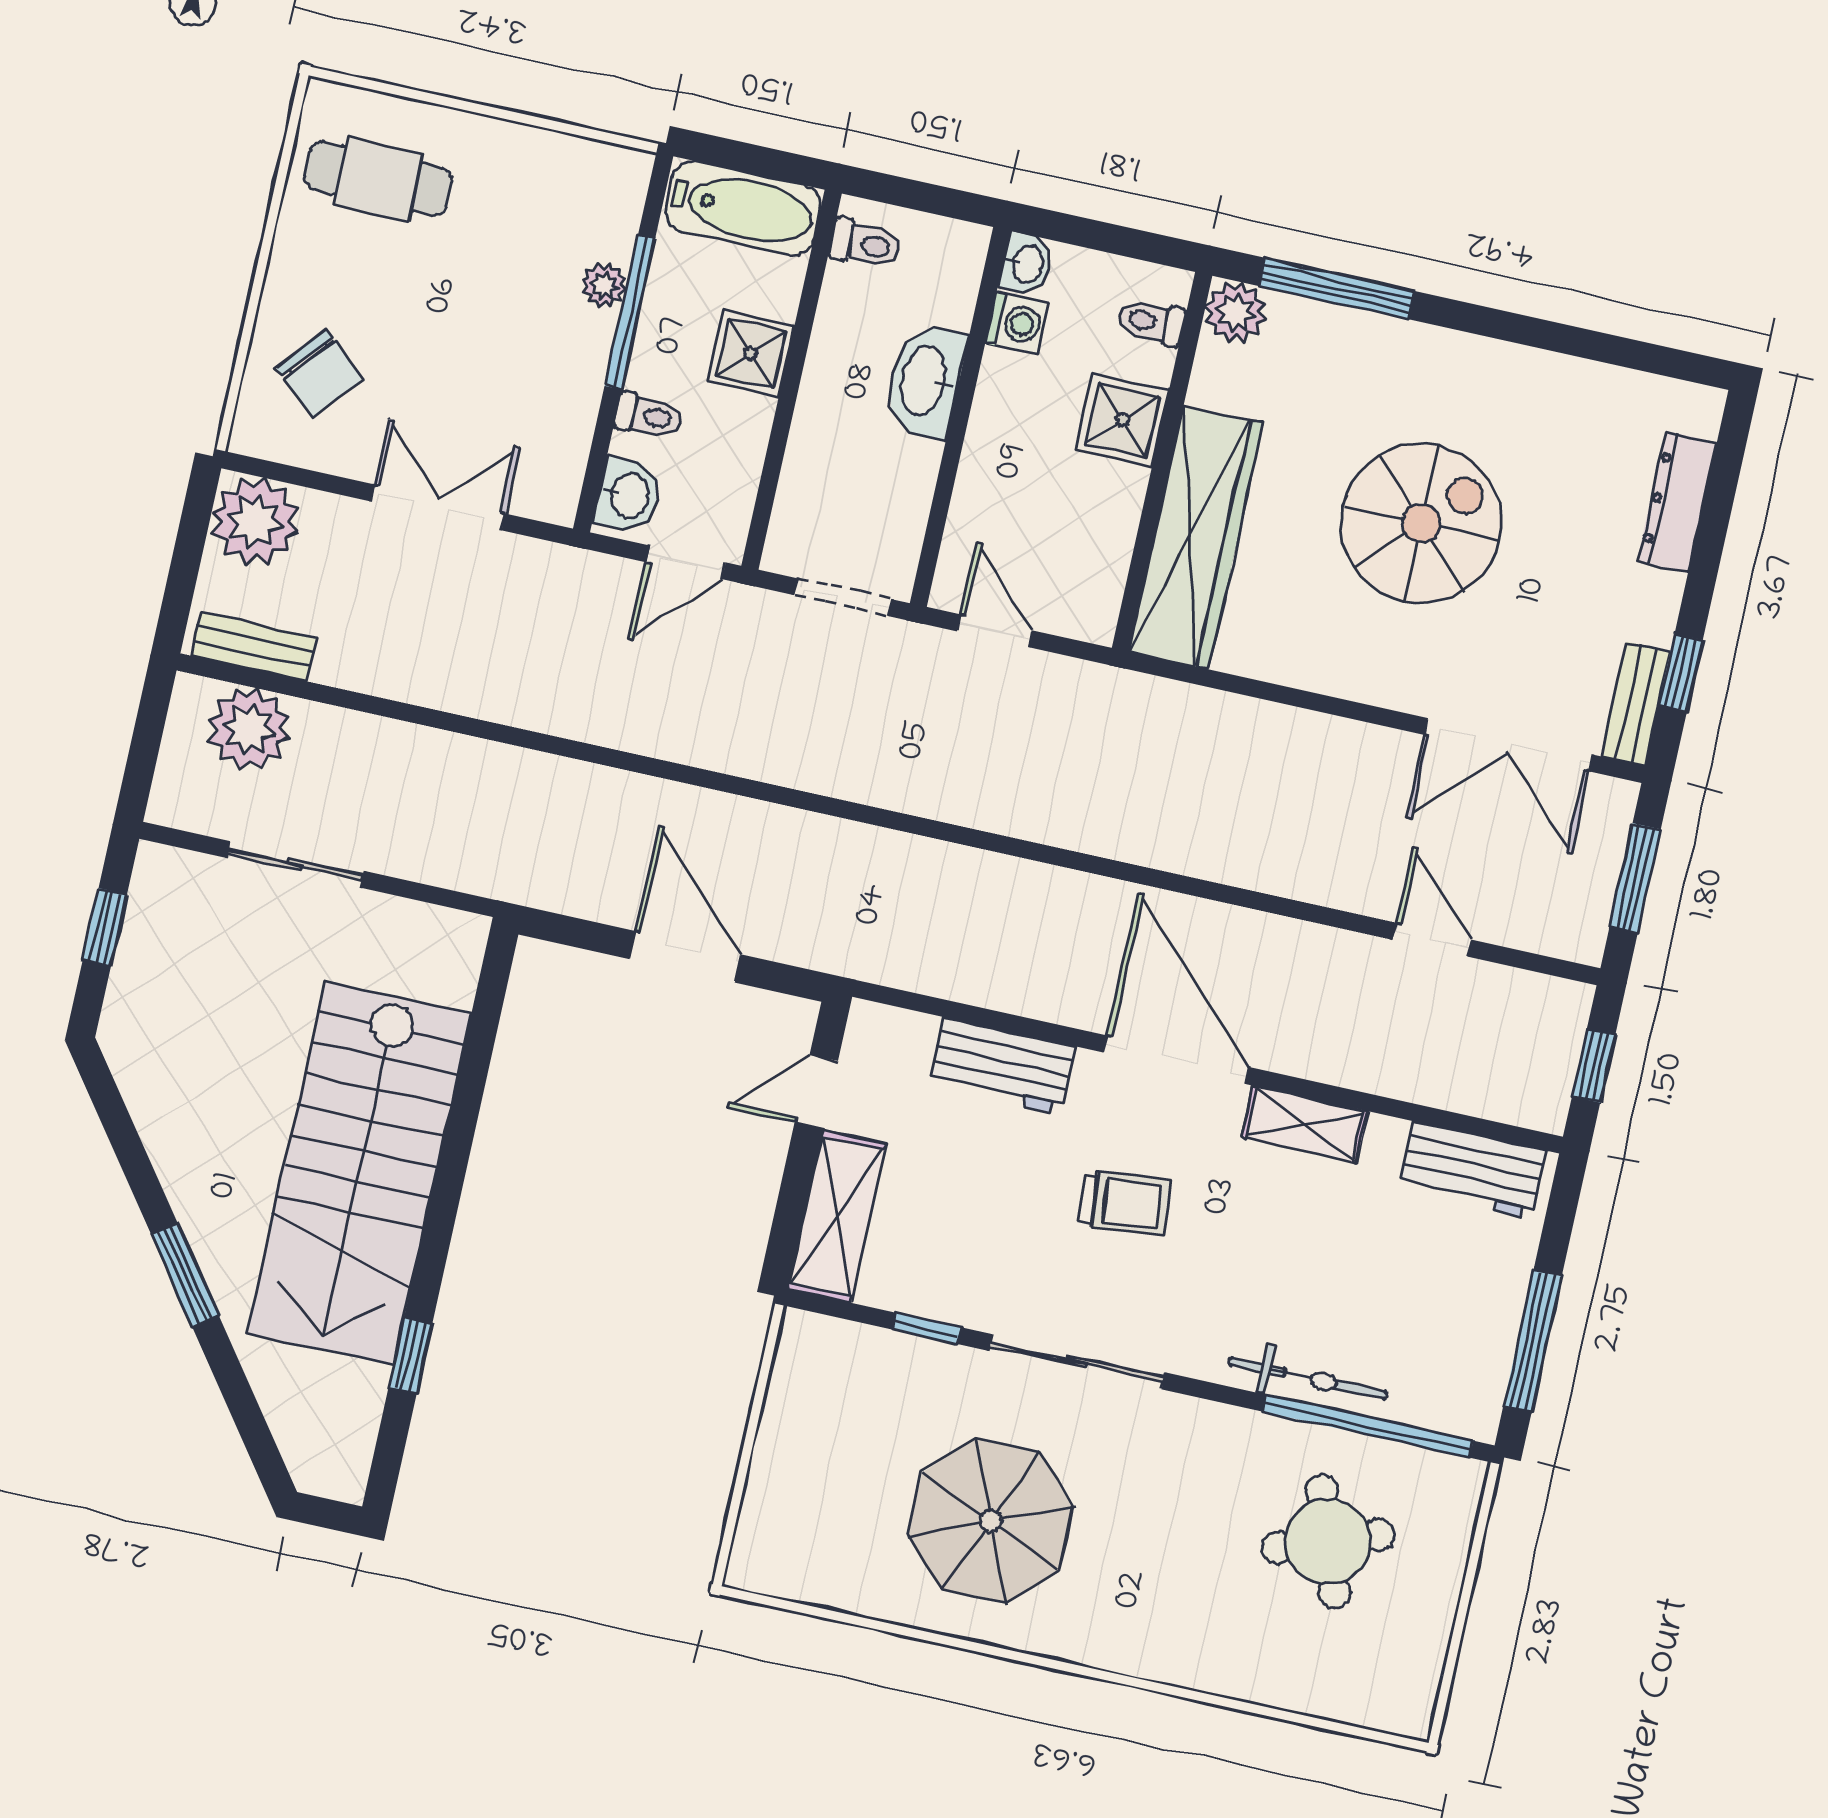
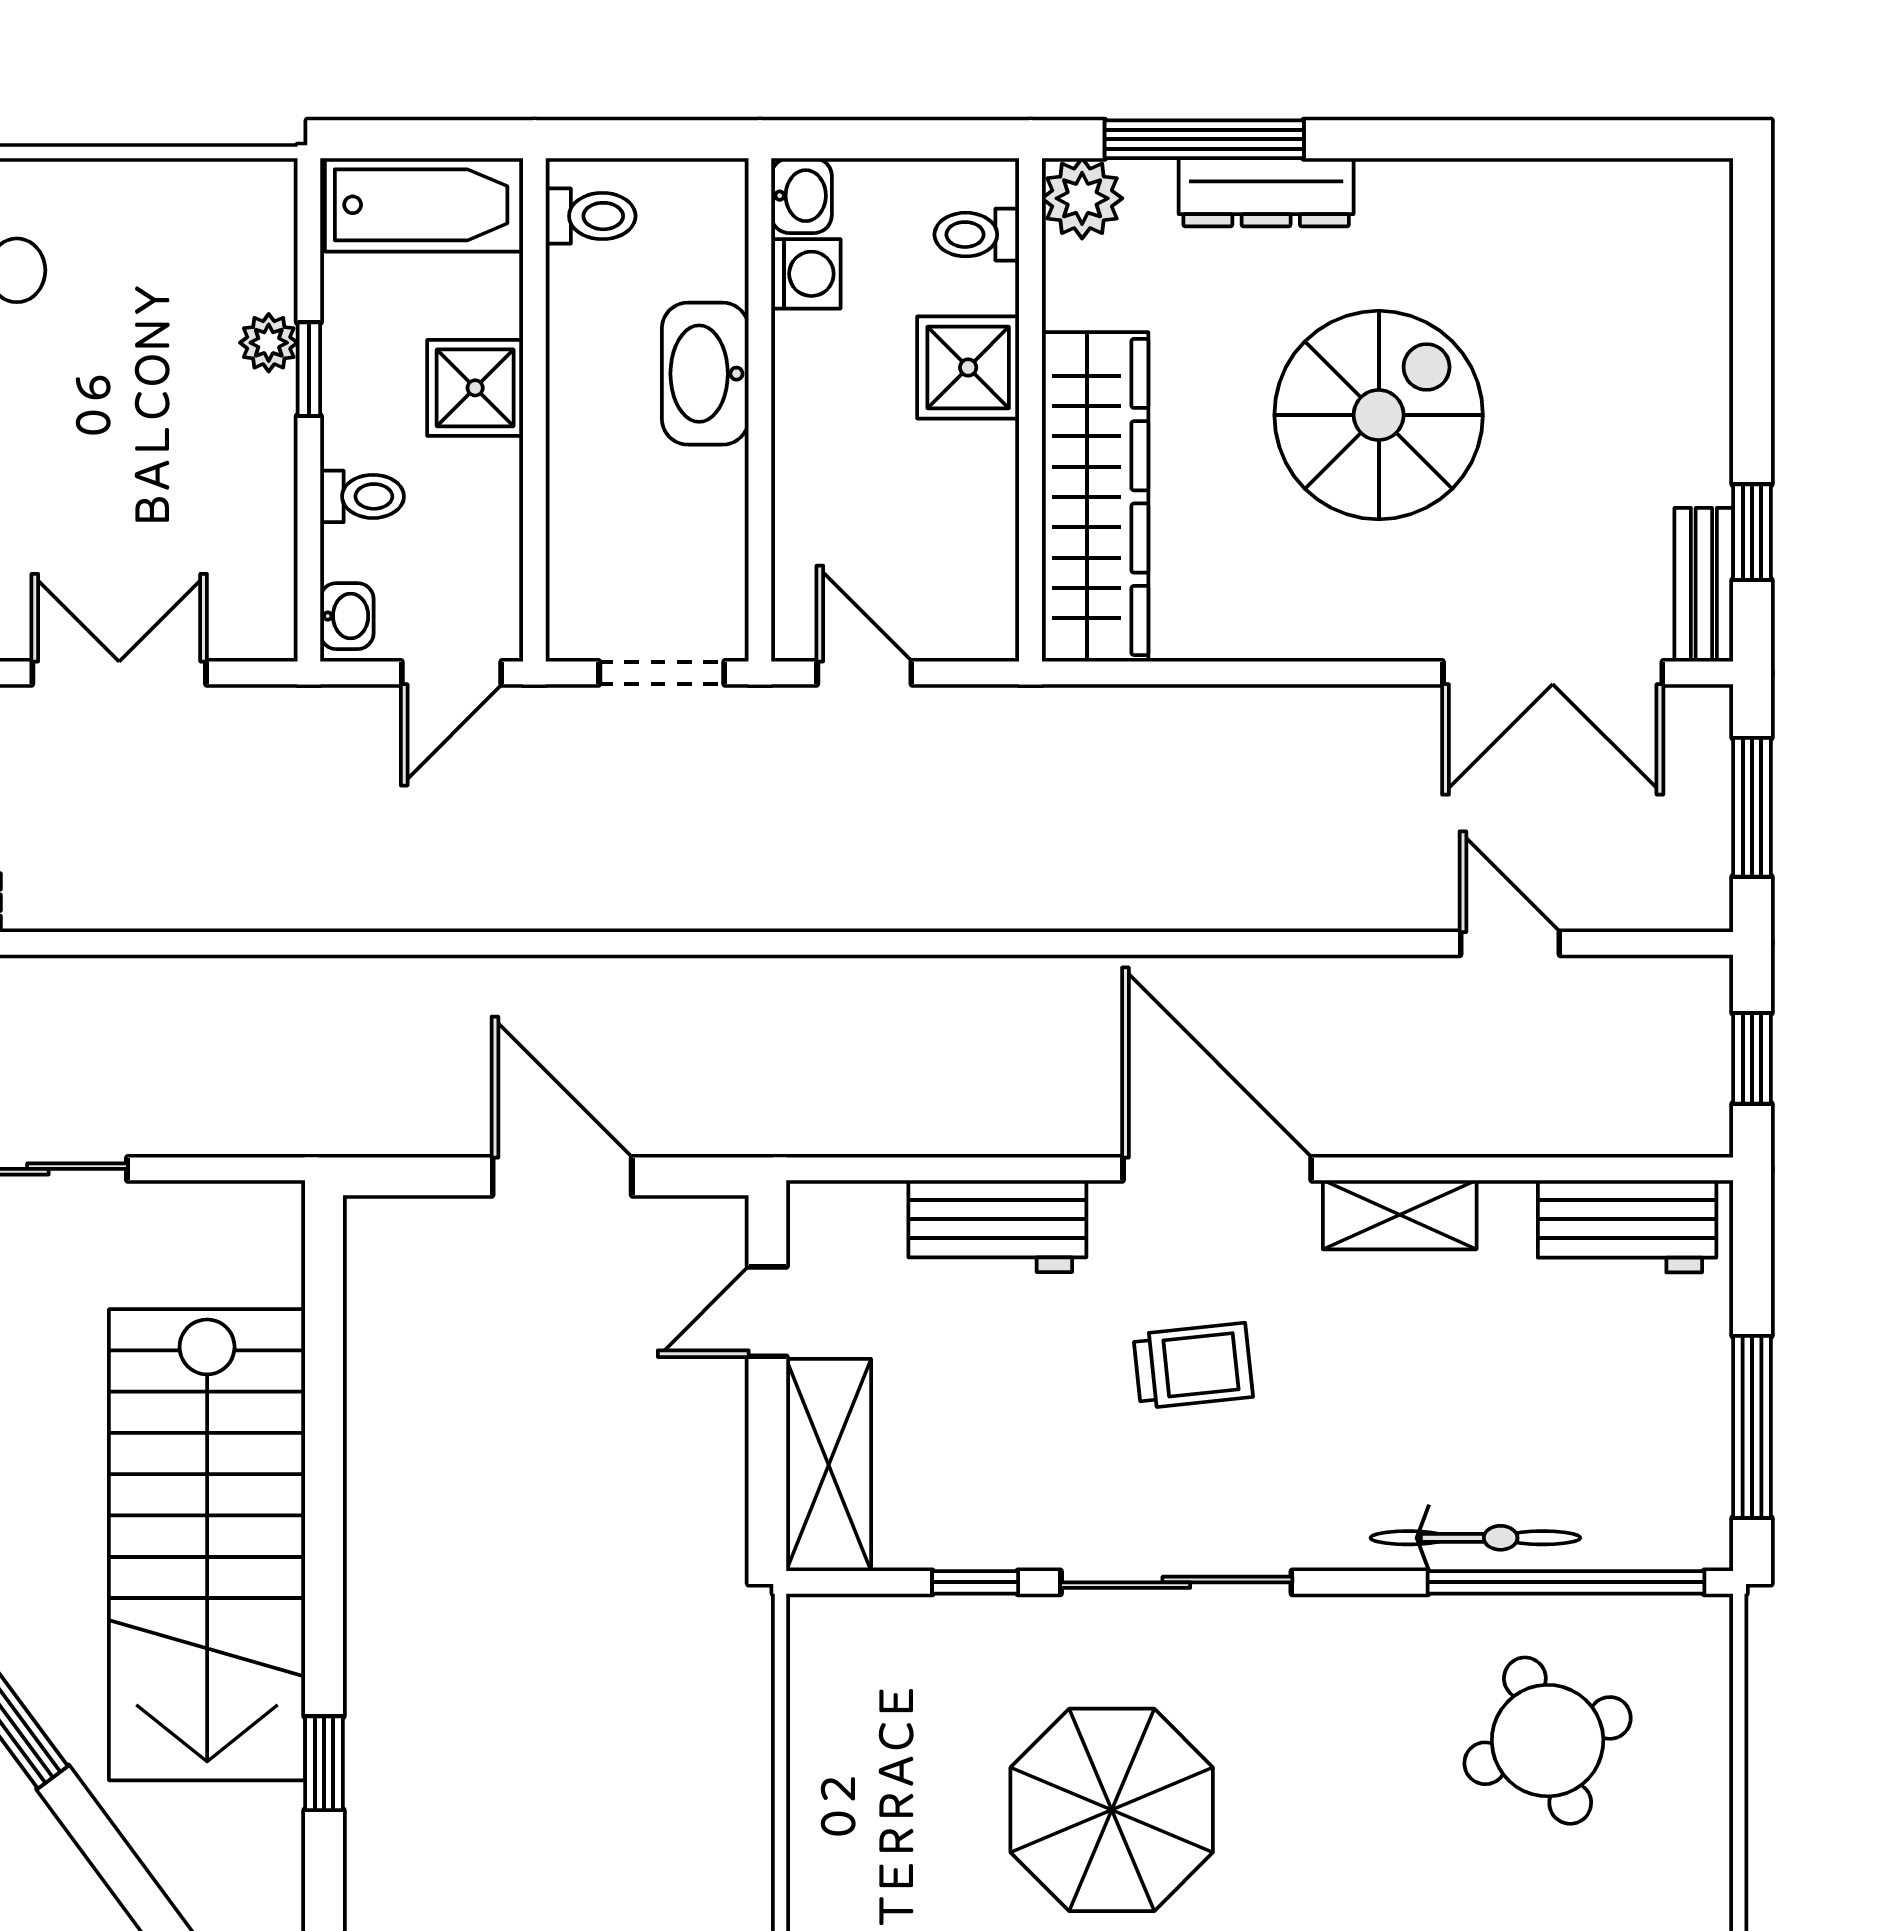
window: (630, 312) -> (309, 369), width x0.46
washbasin: (628, 495) -> (347, 616), width x0.72, depth x0.69
dresser: (1677, 502) -> (1266, 192), moved, turned -90

